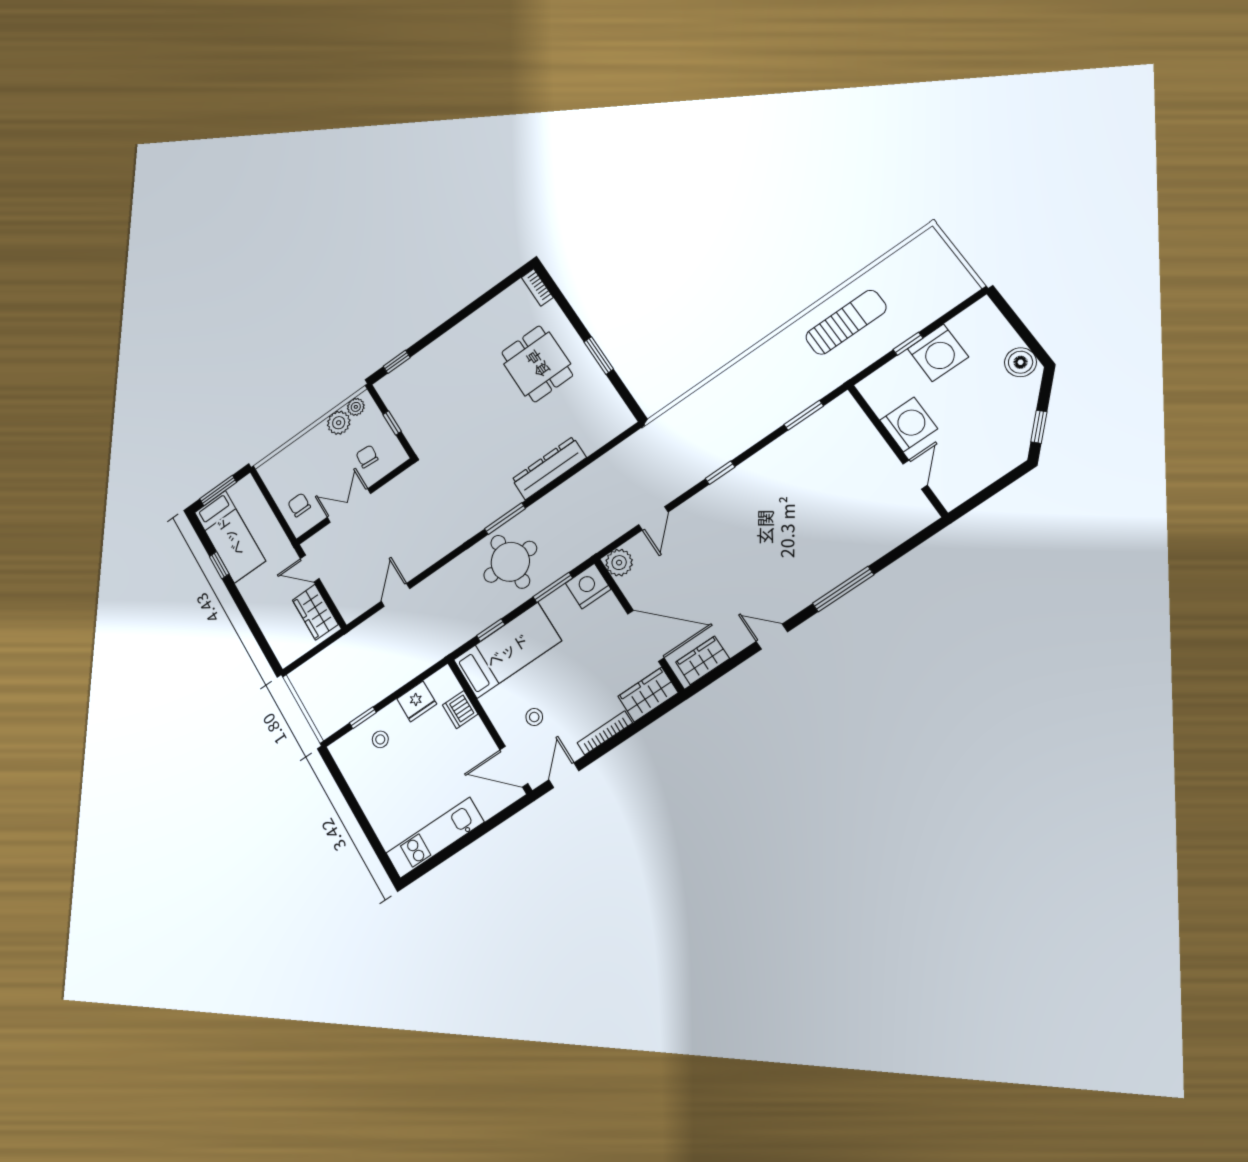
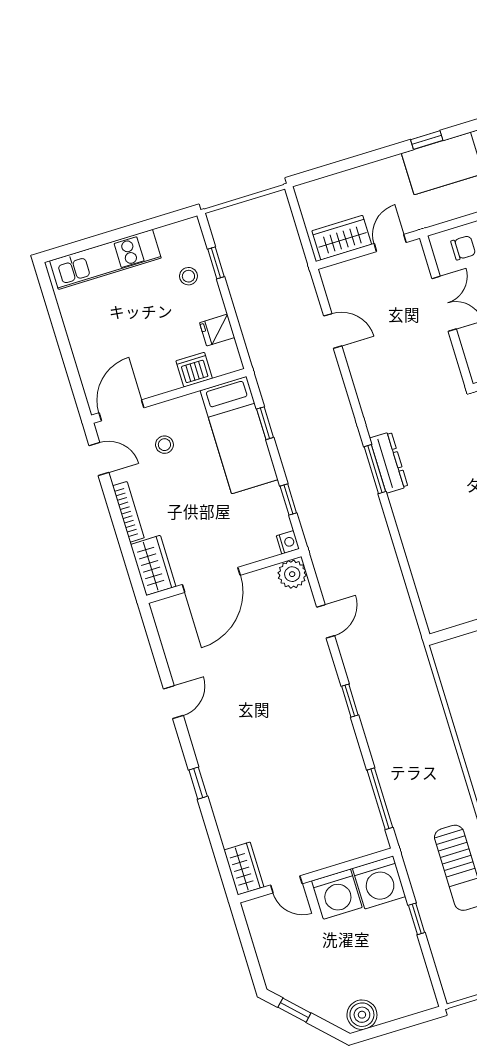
washing machine: (938, 353) -> (379, 882), moved, turned -90
window: (804, 415) -> (380, 799), width x1.44
dresser: (549, 468) -> (389, 462), moved, width x0.73, depth x0.80
door: (653, 518) -> (326, 621), swing flipped
round table: (510, 562) -> (328, 463), removed
nightstand: (588, 586) -> (288, 542), width x0.53, depth x0.56
window: (553, 587) -> (288, 499), width x0.67
window: (843, 589) -> (198, 783), width x0.46
wardrobe: (702, 660) -> (244, 869), moved
fridge: (417, 701) -> (217, 330), width x0.72
kitchen unit: (435, 838) -> (105, 259), moved, turned 90

